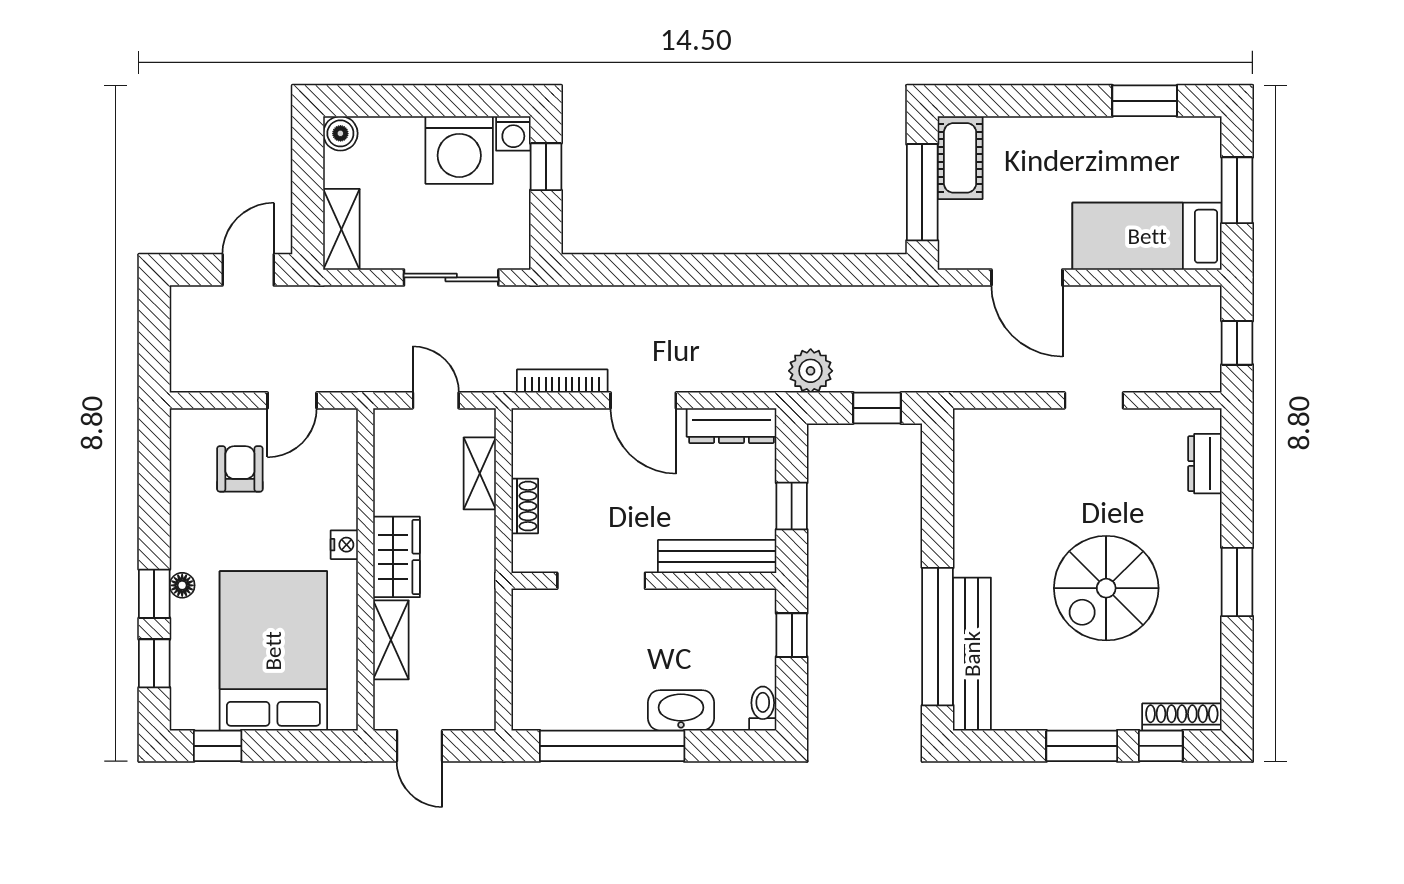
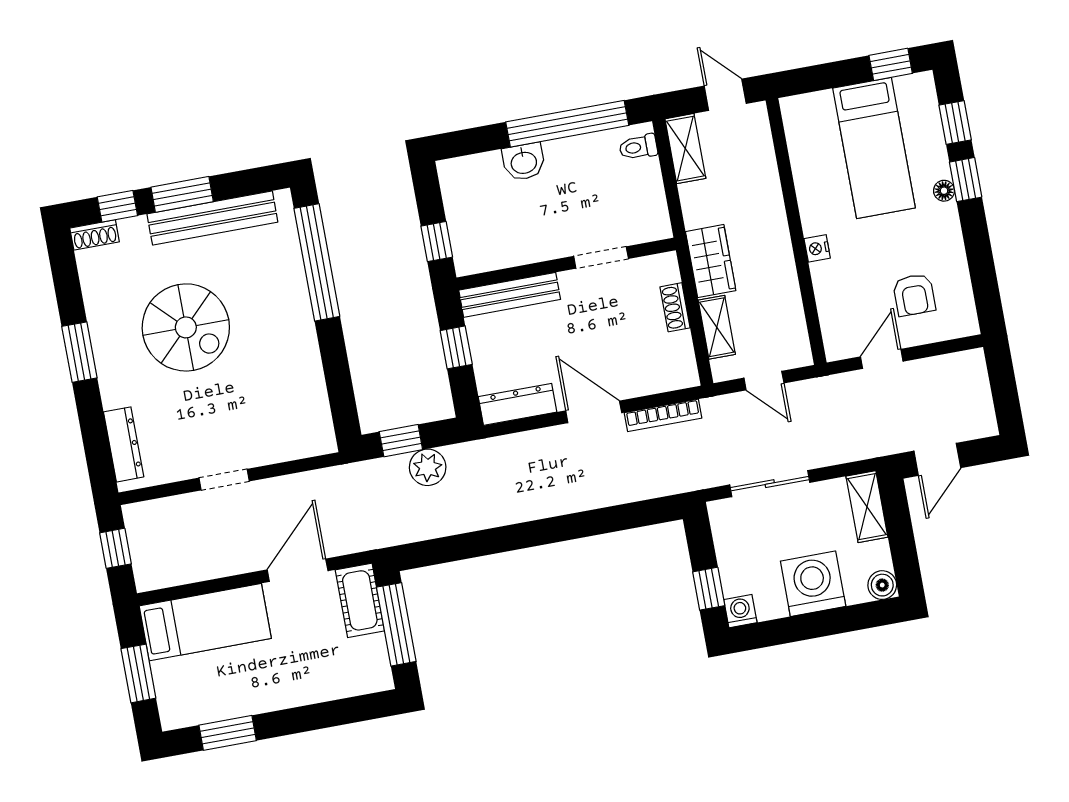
washing machine: (459, 150) -> (813, 584), moved
cot: (960, 158) -> (360, 600), moved
door: (1027, 277) -> (298, 570), hinge flipped
plant: (811, 371) -> (428, 467), moved
dresser: (1205, 464) -> (124, 444), width x1.44
wardrobe: (396, 557) -> (711, 261), moved, turned 180
doorway: (601, 581) -> (601, 257), width x0.73
spiral stairs: (1106, 588) -> (186, 327), turned 90
shelving: (391, 640) -> (685, 149), moved
bed: (273, 651) -> (874, 148), width x0.67
bench: (972, 654) -> (212, 218), moved, turned 90
toilet: (763, 709) -> (638, 147), moved, turned 90
washbasin: (681, 710) -> (524, 162), width x0.72
shoe rack: (1182, 717) -> (95, 235), width x0.70

